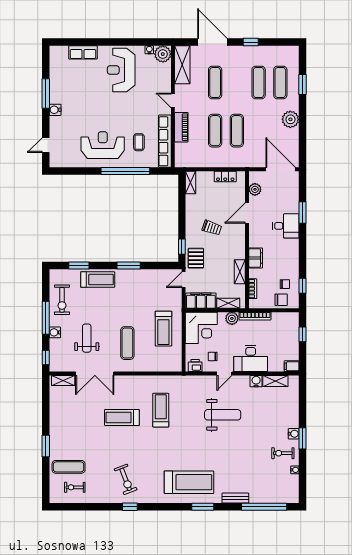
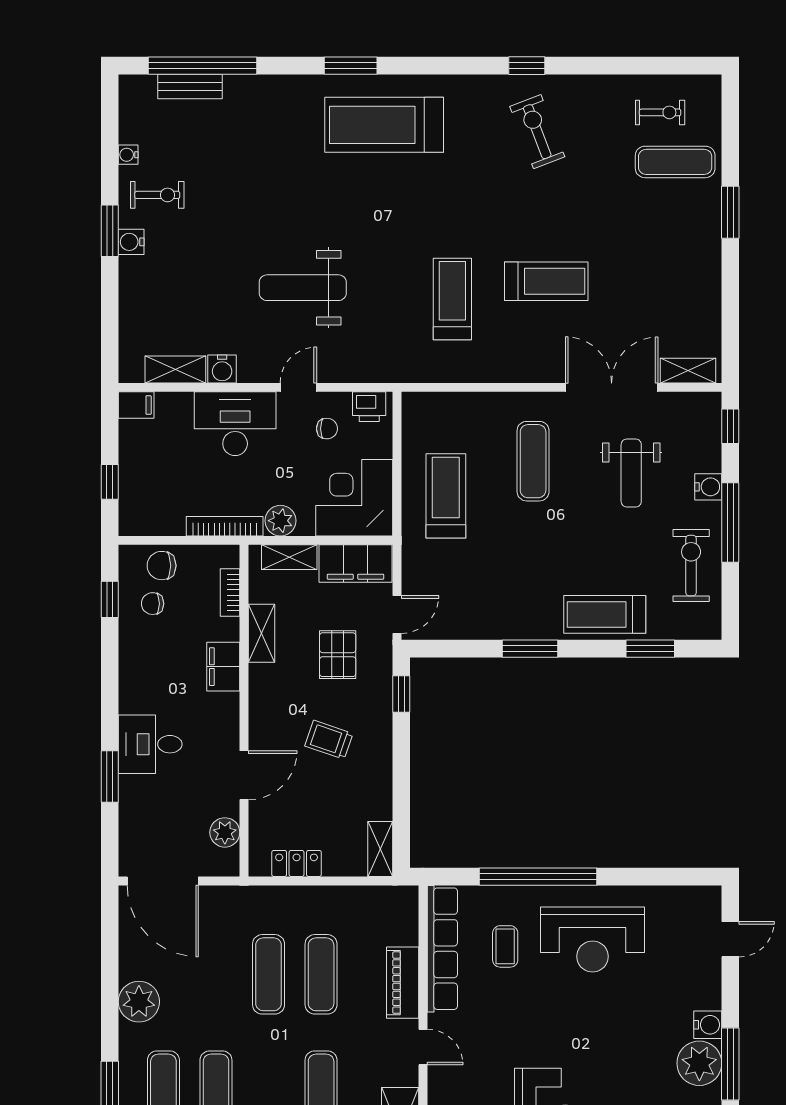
plant: (59, 94) -> (699, 1063), added
pallet: (196, 258) -> (338, 655), moved
treadmill: (161, 410) -> (452, 299), turned 180
bench: (235, 498) -> (190, 87), moved

